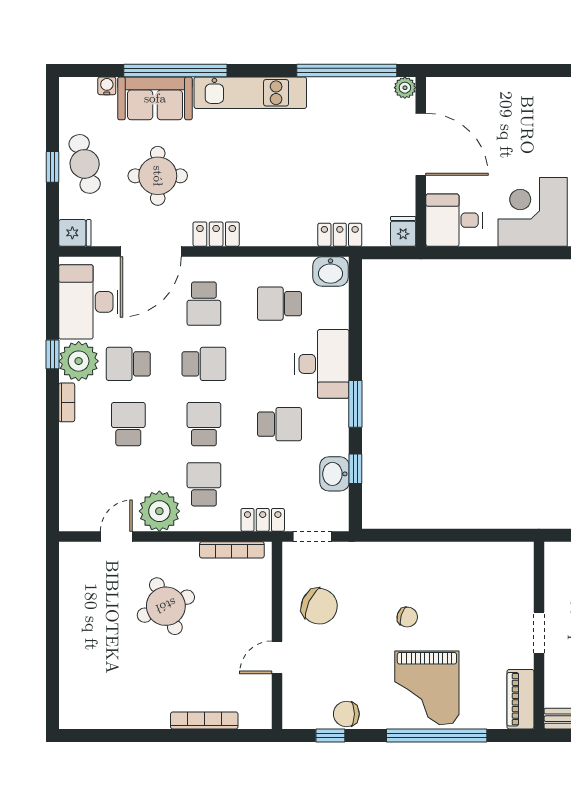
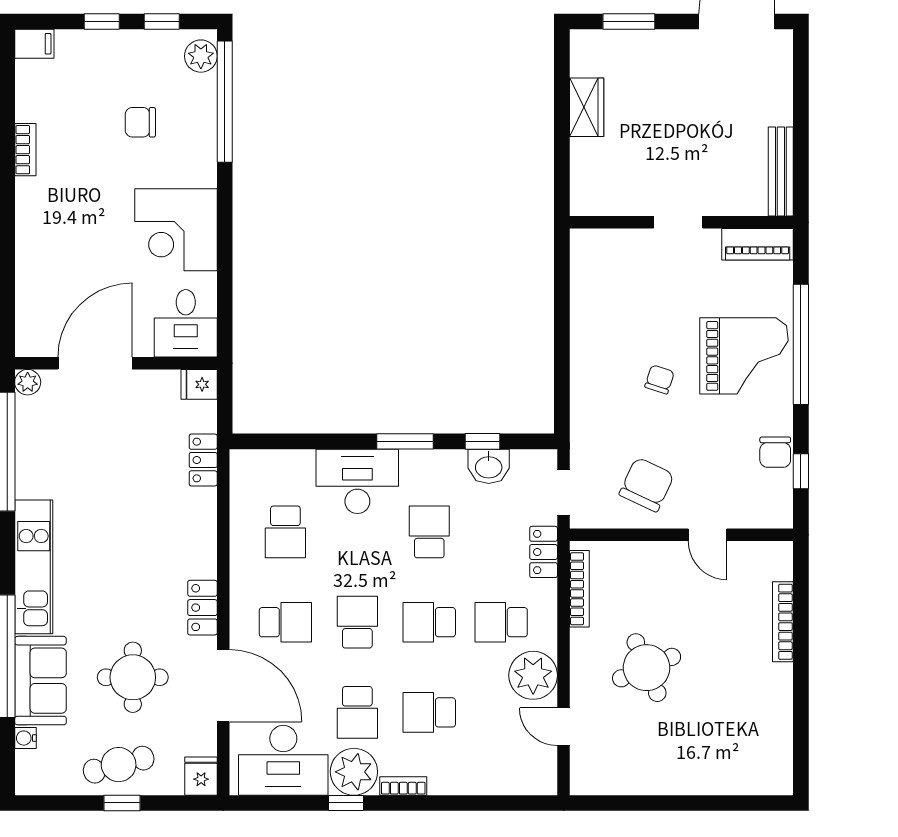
washbasin: (330, 271) -> (247, 471), removed

